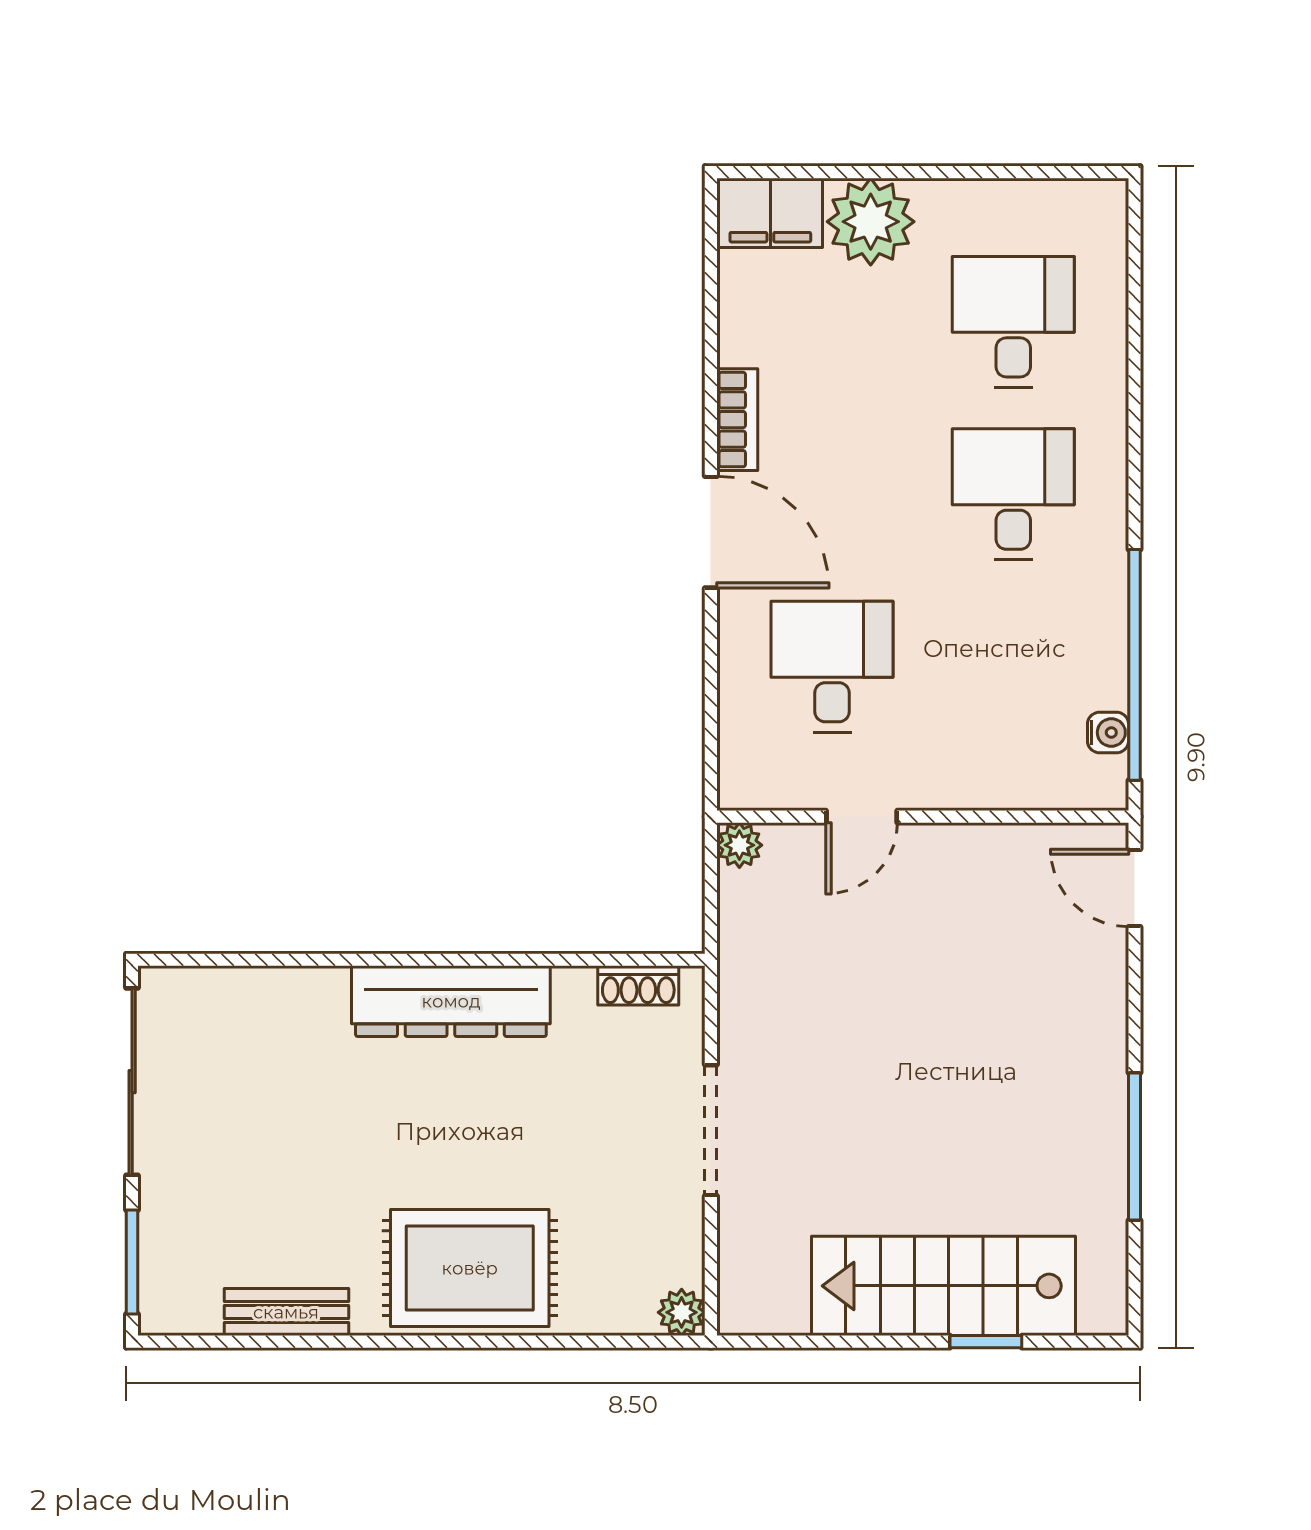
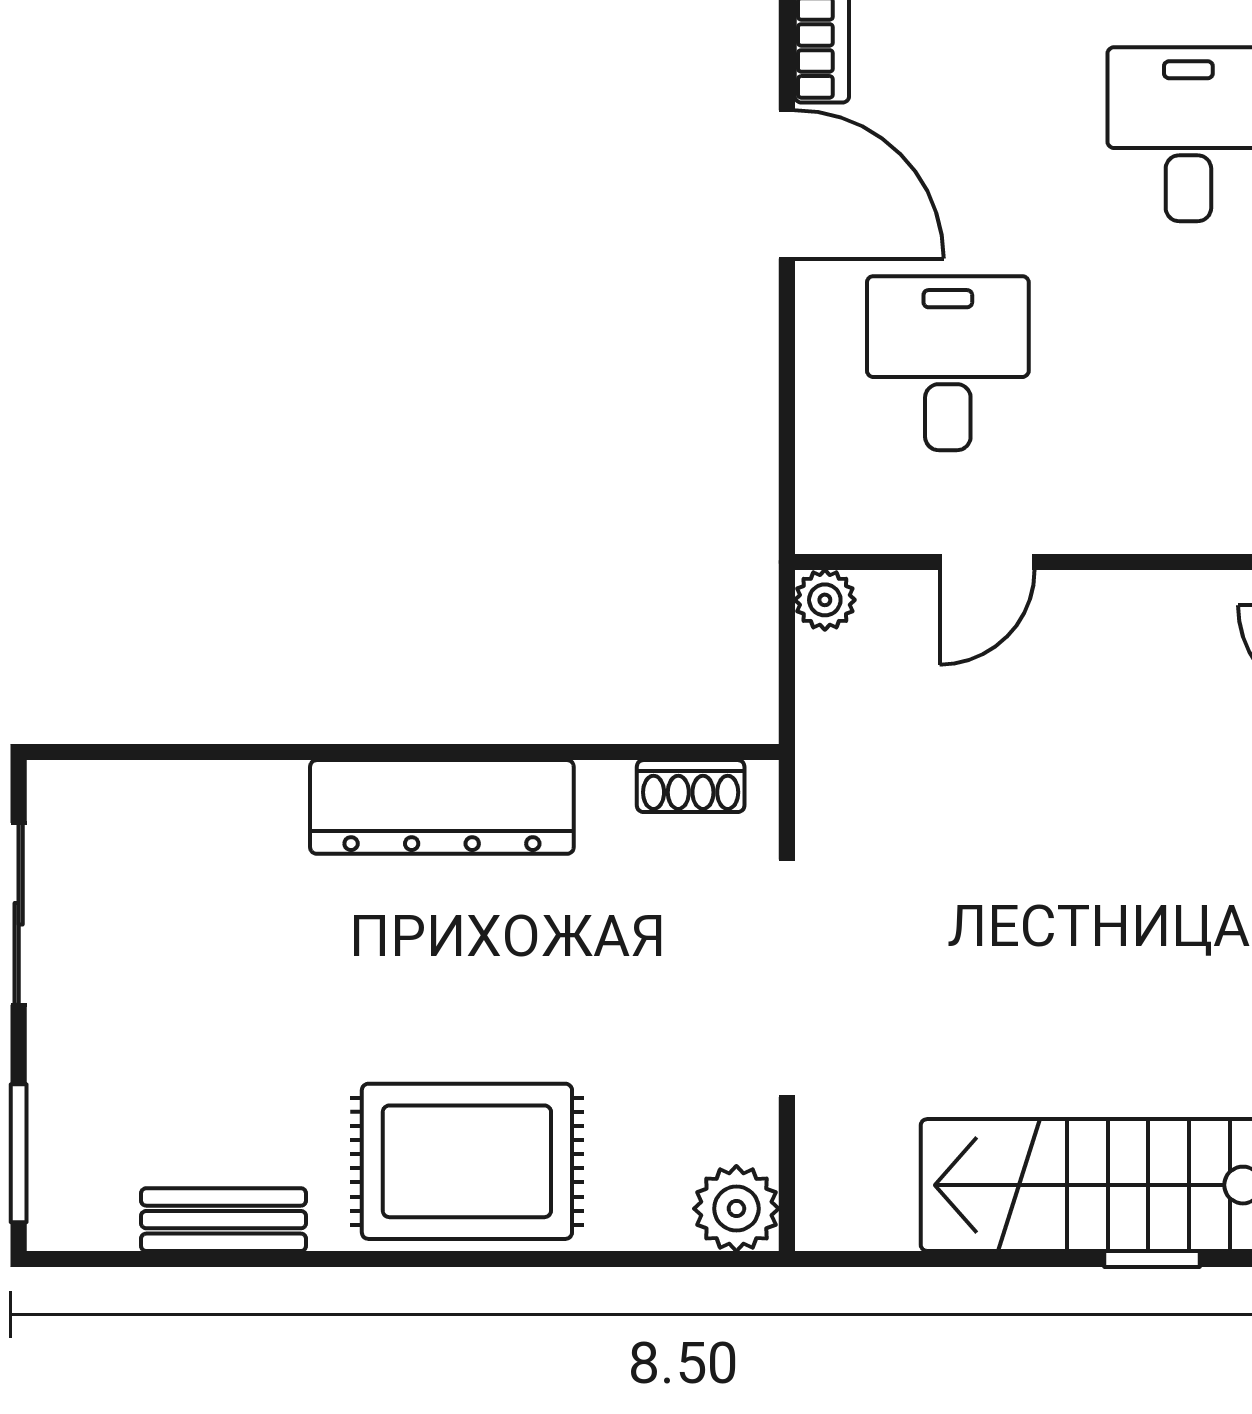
sliding door: (132, 1082) -> (19, 914), width x0.73
doorway: (711, 1130) -> (787, 978), width x1.36
plant: (682, 1312) -> (736, 1209), width x1.38, depth x1.38

